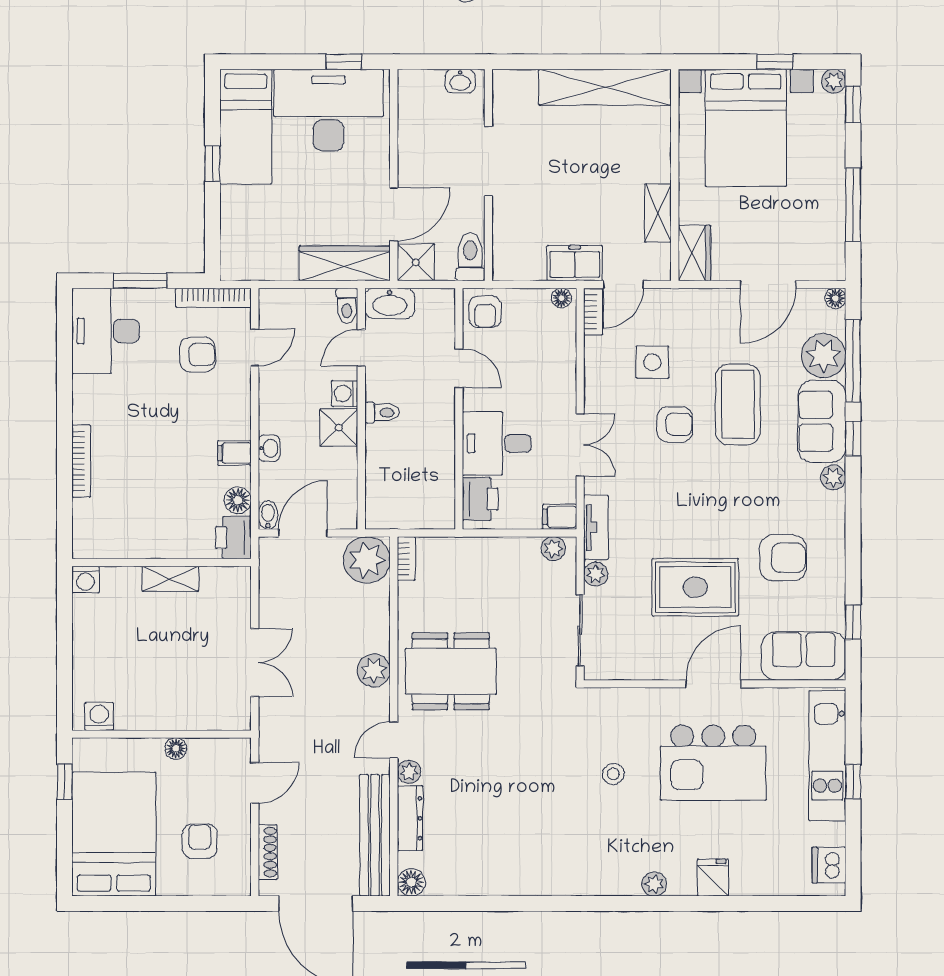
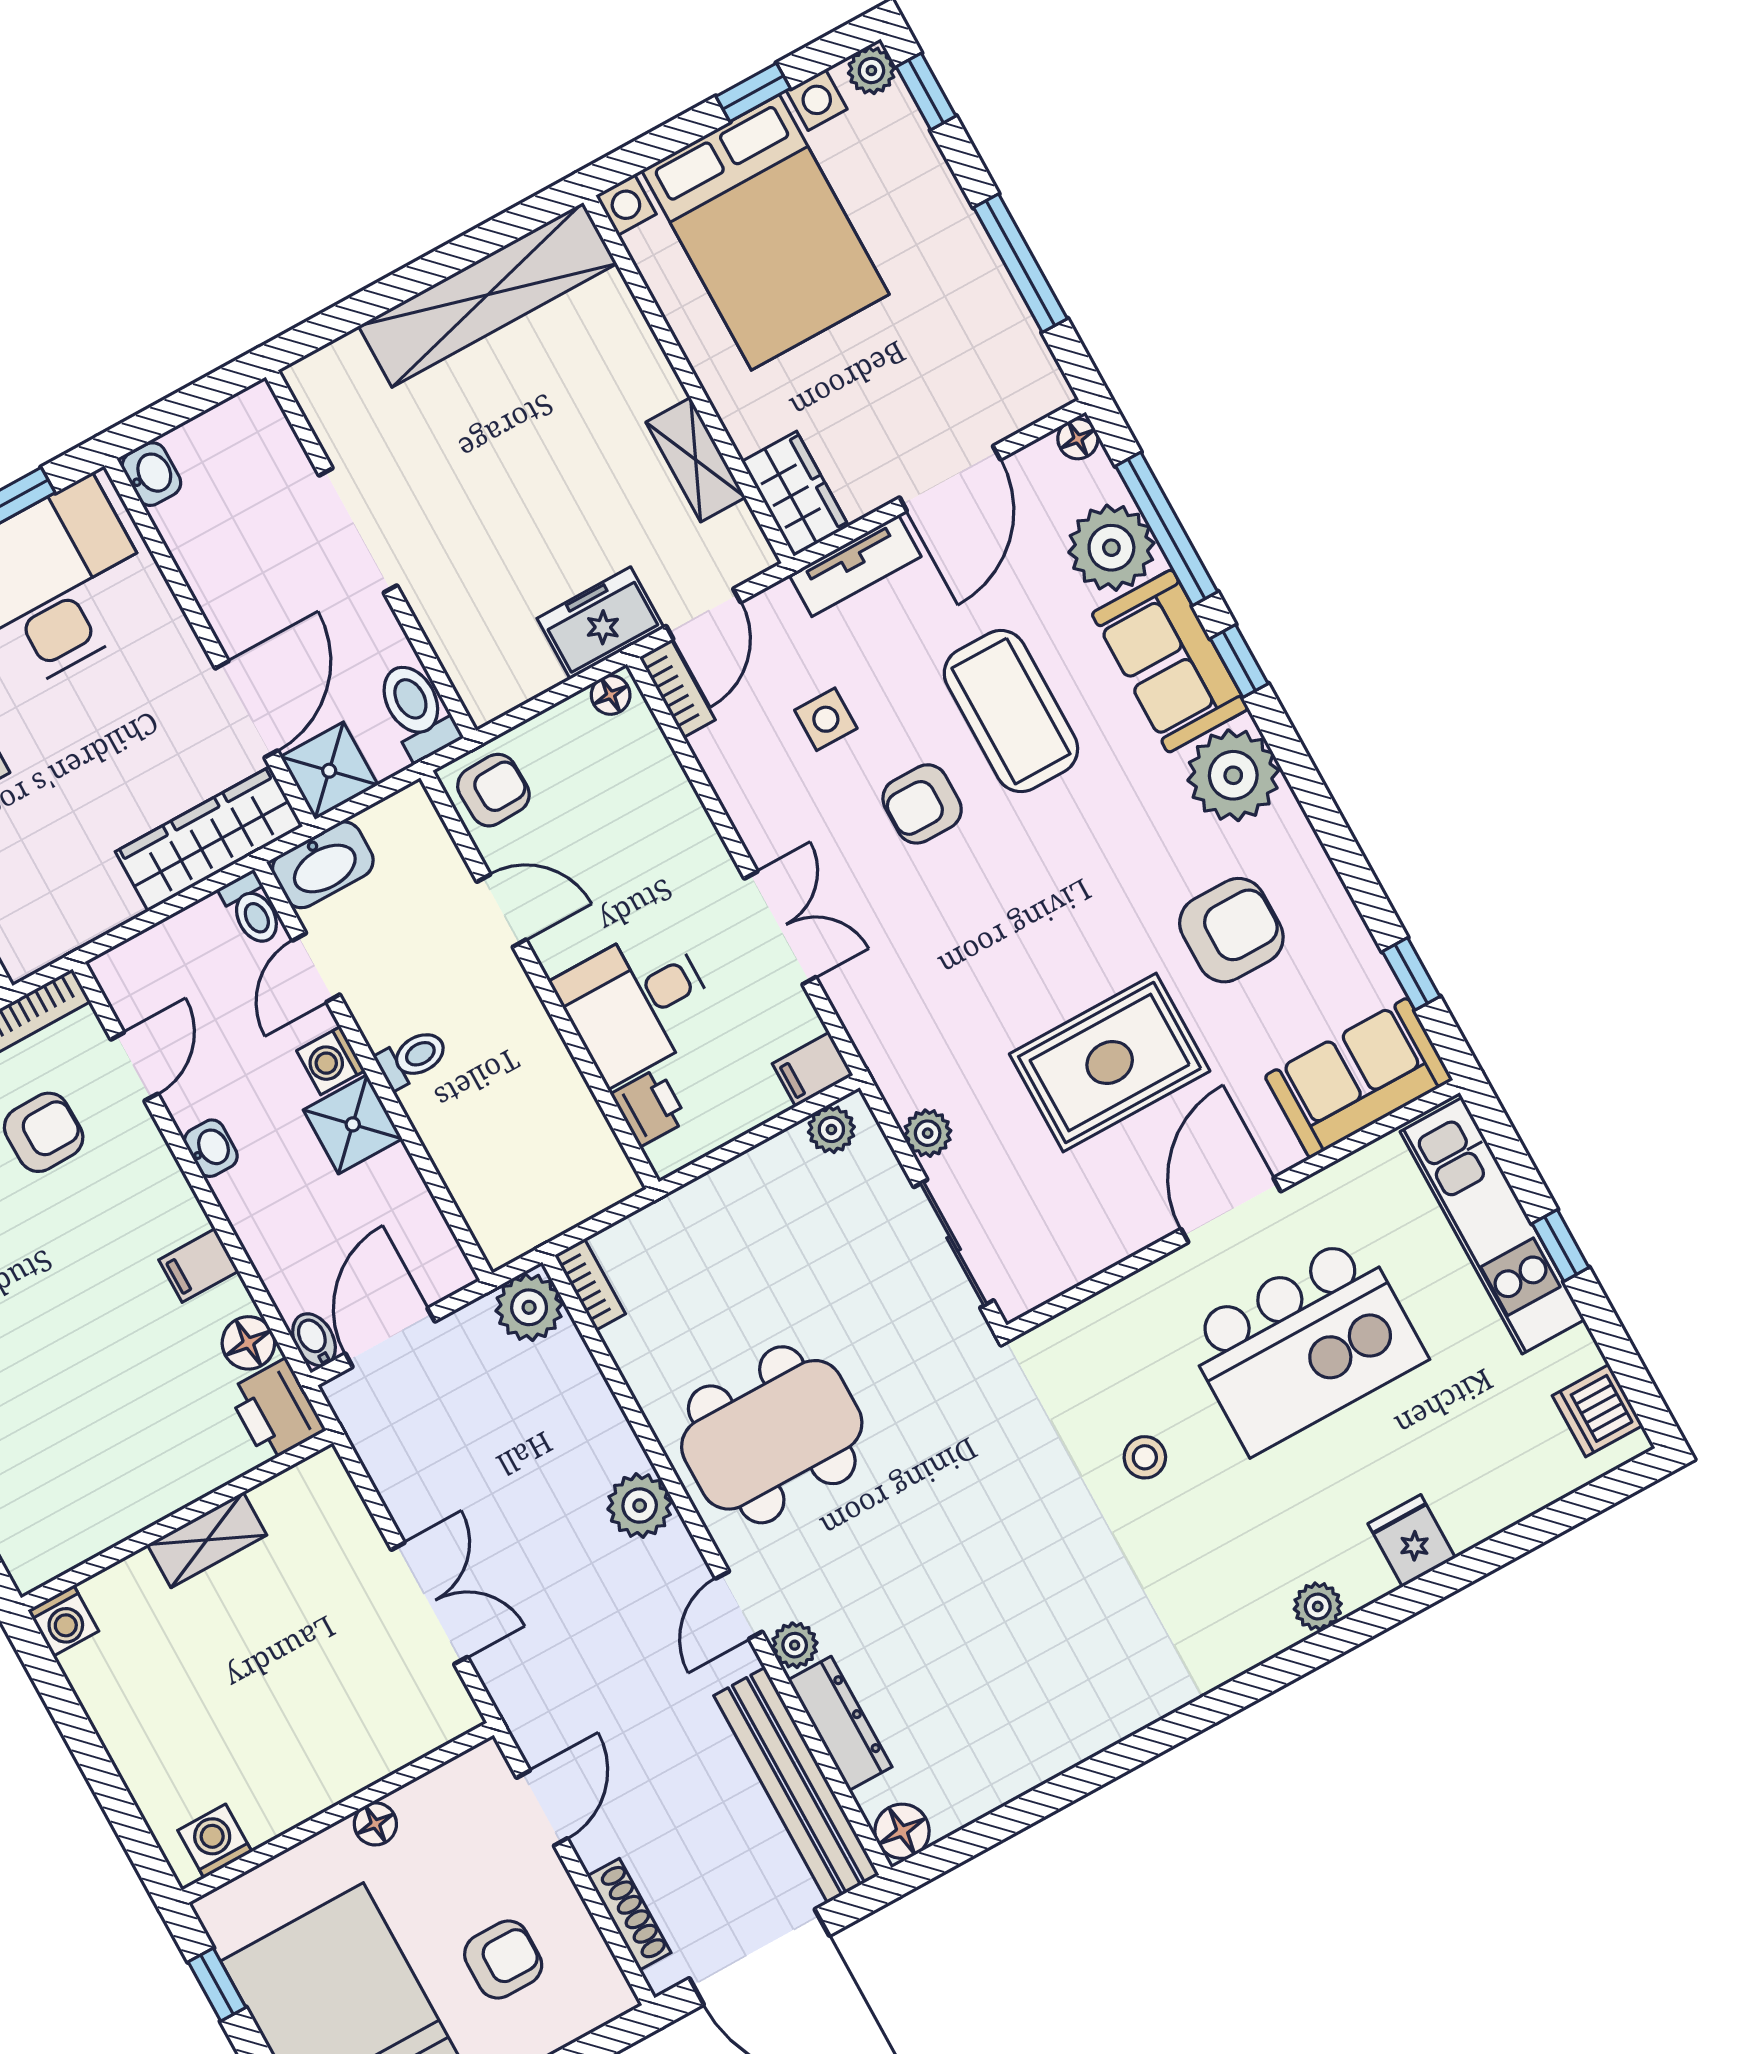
washbasin: (460, 81) -> (151, 474), moved, turned -90
armchair: (485, 312) -> (493, 790), turned -92
side table: (652, 362) -> (826, 719), width x0.73, depth x0.73
armchair: (675, 424) -> (922, 804), turned 180
washbasin: (269, 448) -> (211, 1148), moved
plant: (833, 477) -> (1233, 775), width x1.88, depth x1.88
printer: (480, 499) -> (649, 1107), width x0.73, depth x0.81
tv unit: (596, 527) -> (855, 566), moved, turned 90
plant: (367, 560) -> (529, 1307), width x0.73, depth x0.73
armchair: (200, 841) -> (503, 1960), turned 90

